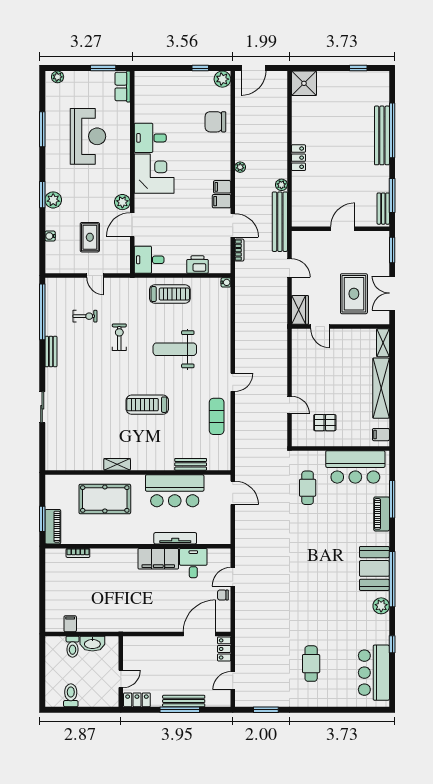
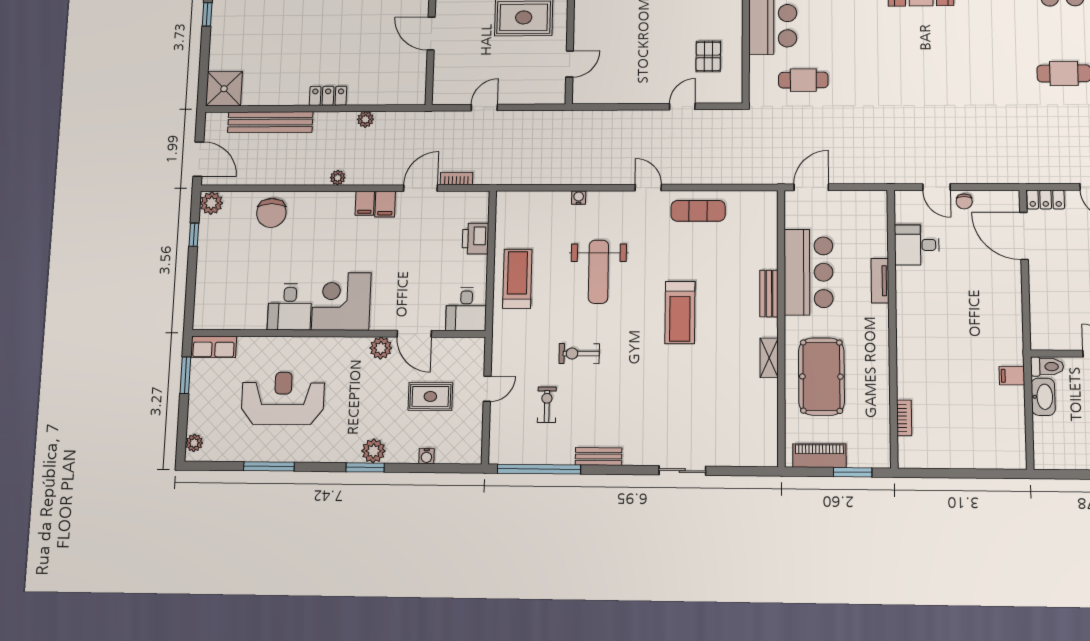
bench: (280, 222) -> (270, 122), moved
water cooler: (226, 282) -> (579, 198), moved
wardrobe: (300, 310) -> (545, 92), removed
bench: (191, 464) -> (769, 294), moved
piano: (53, 527) -> (819, 456), moved
tv unit: (175, 538) -> (880, 281), width x0.71
filing cabinet: (158, 559) -> (911, 297), removed
filing cabinet: (70, 624) -> (1012, 376), moved
toilet: (73, 647) -> (1047, 367), moved

